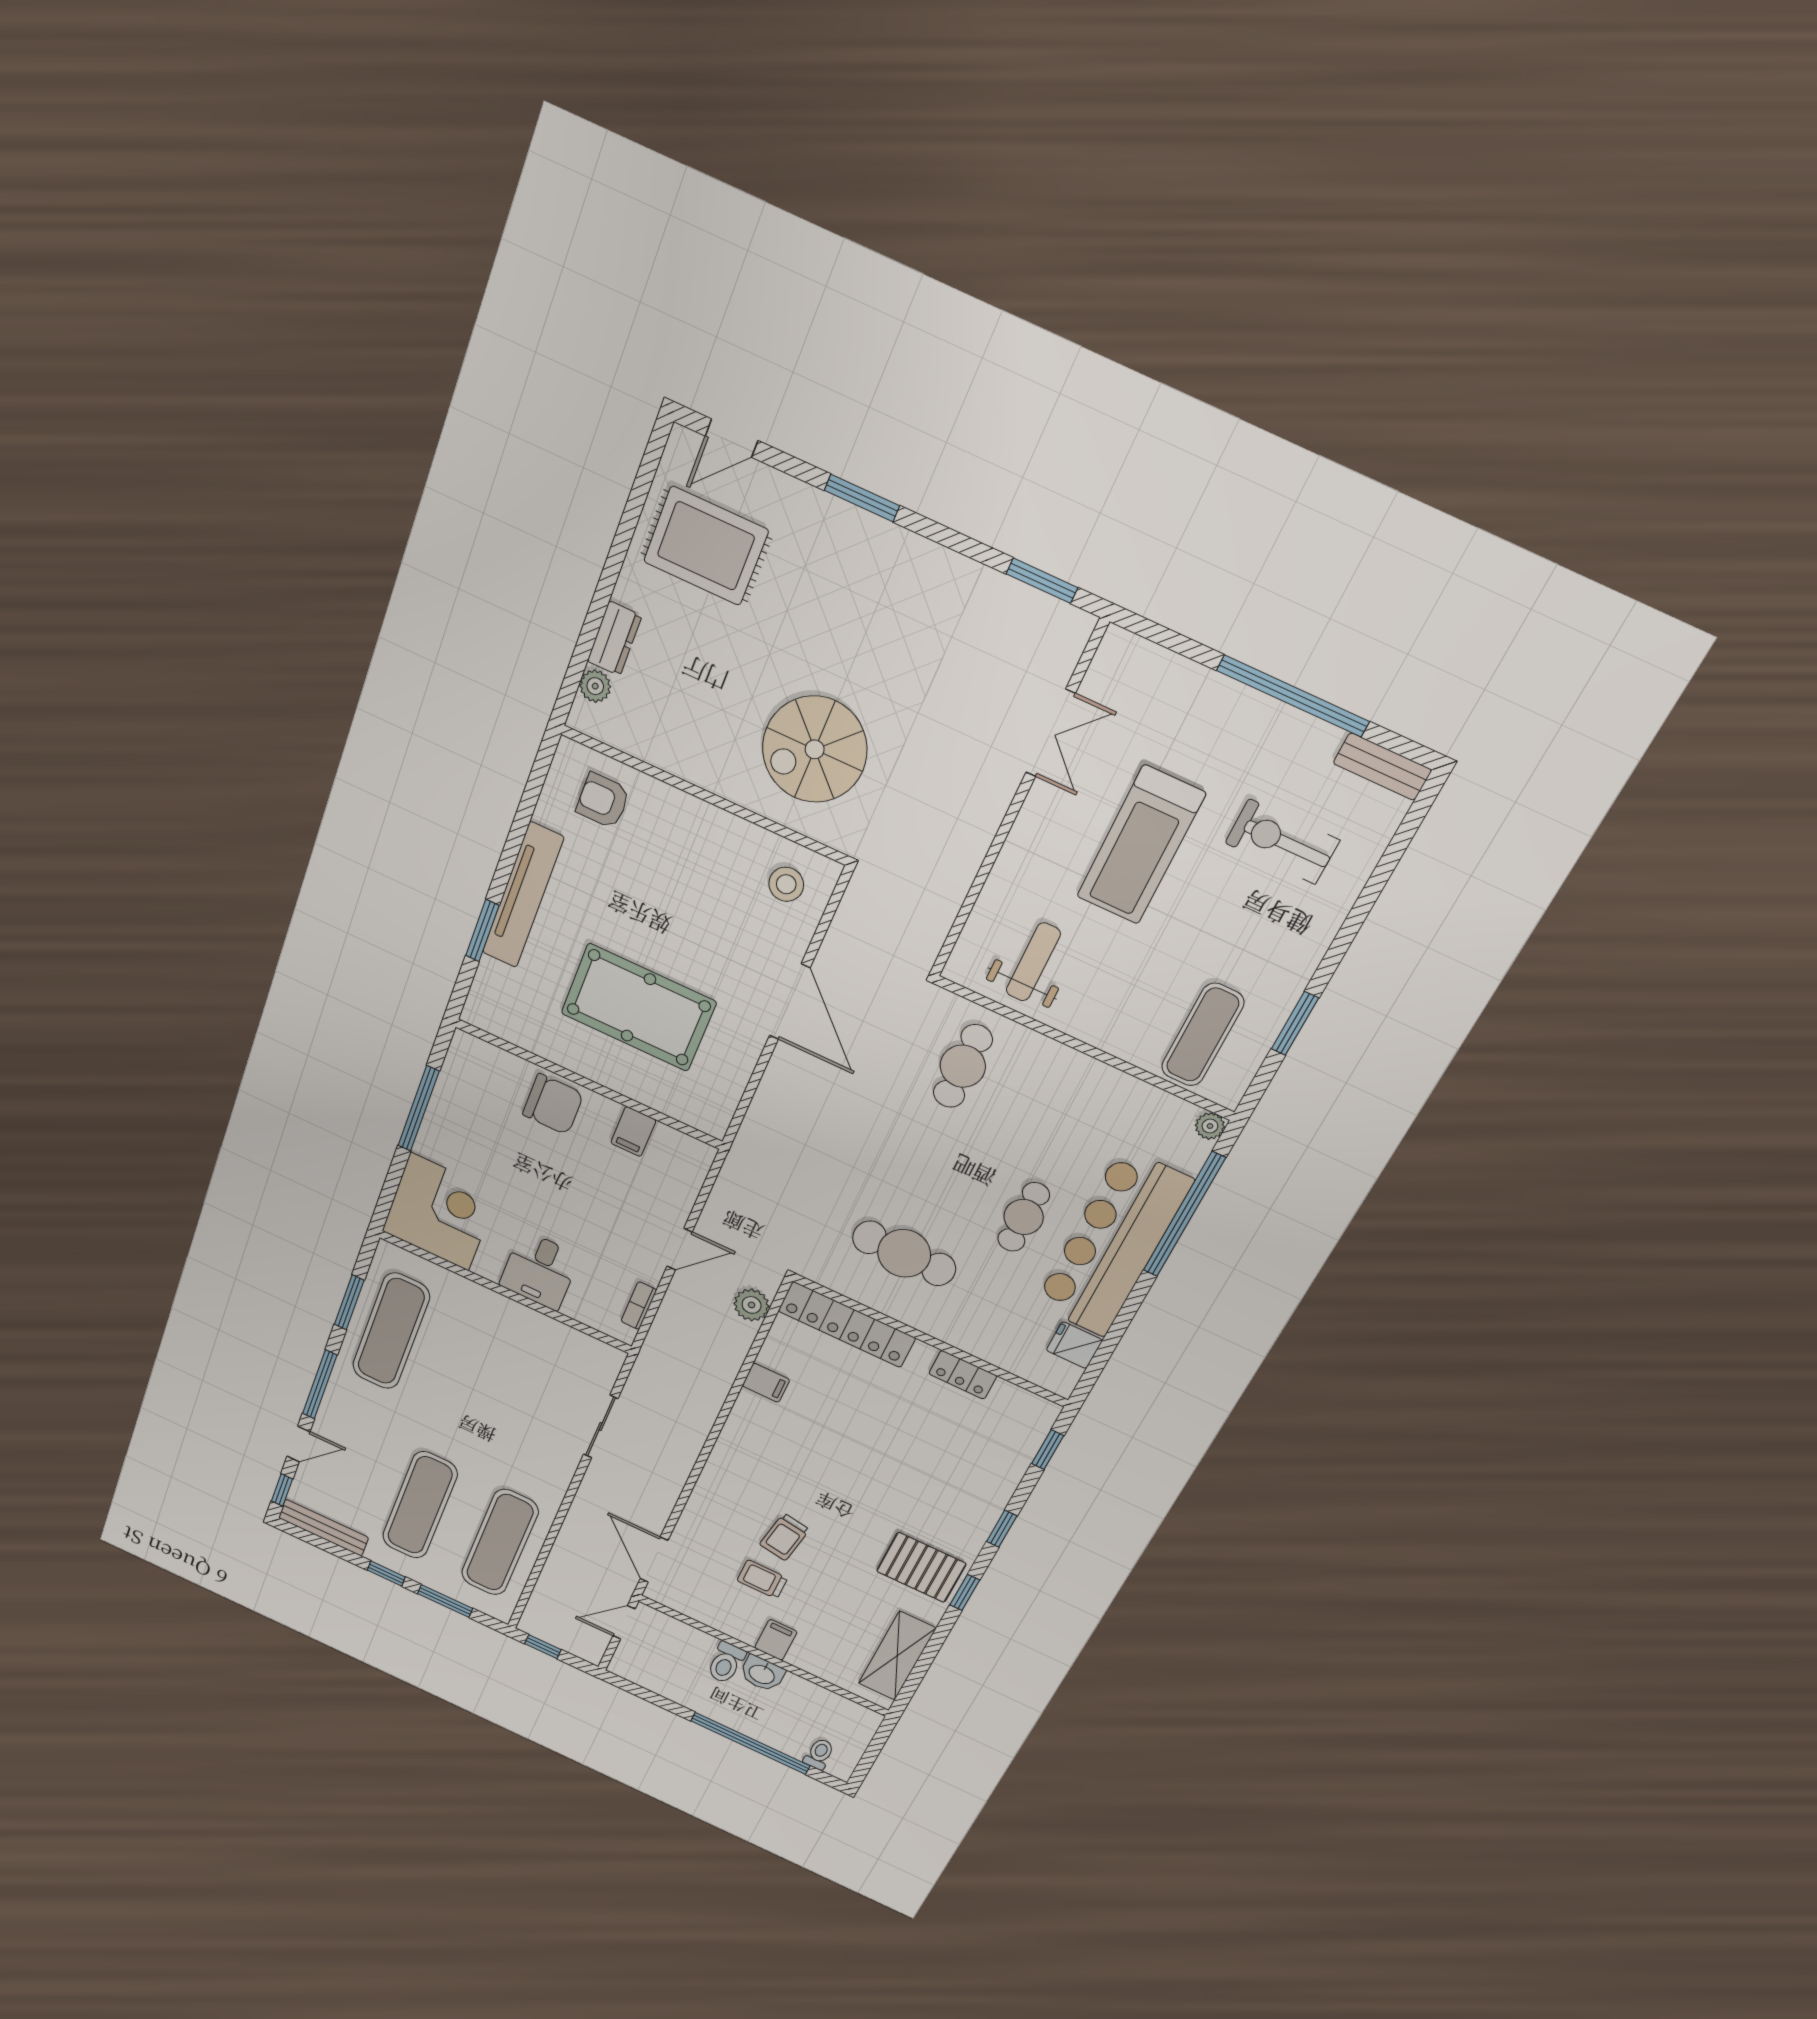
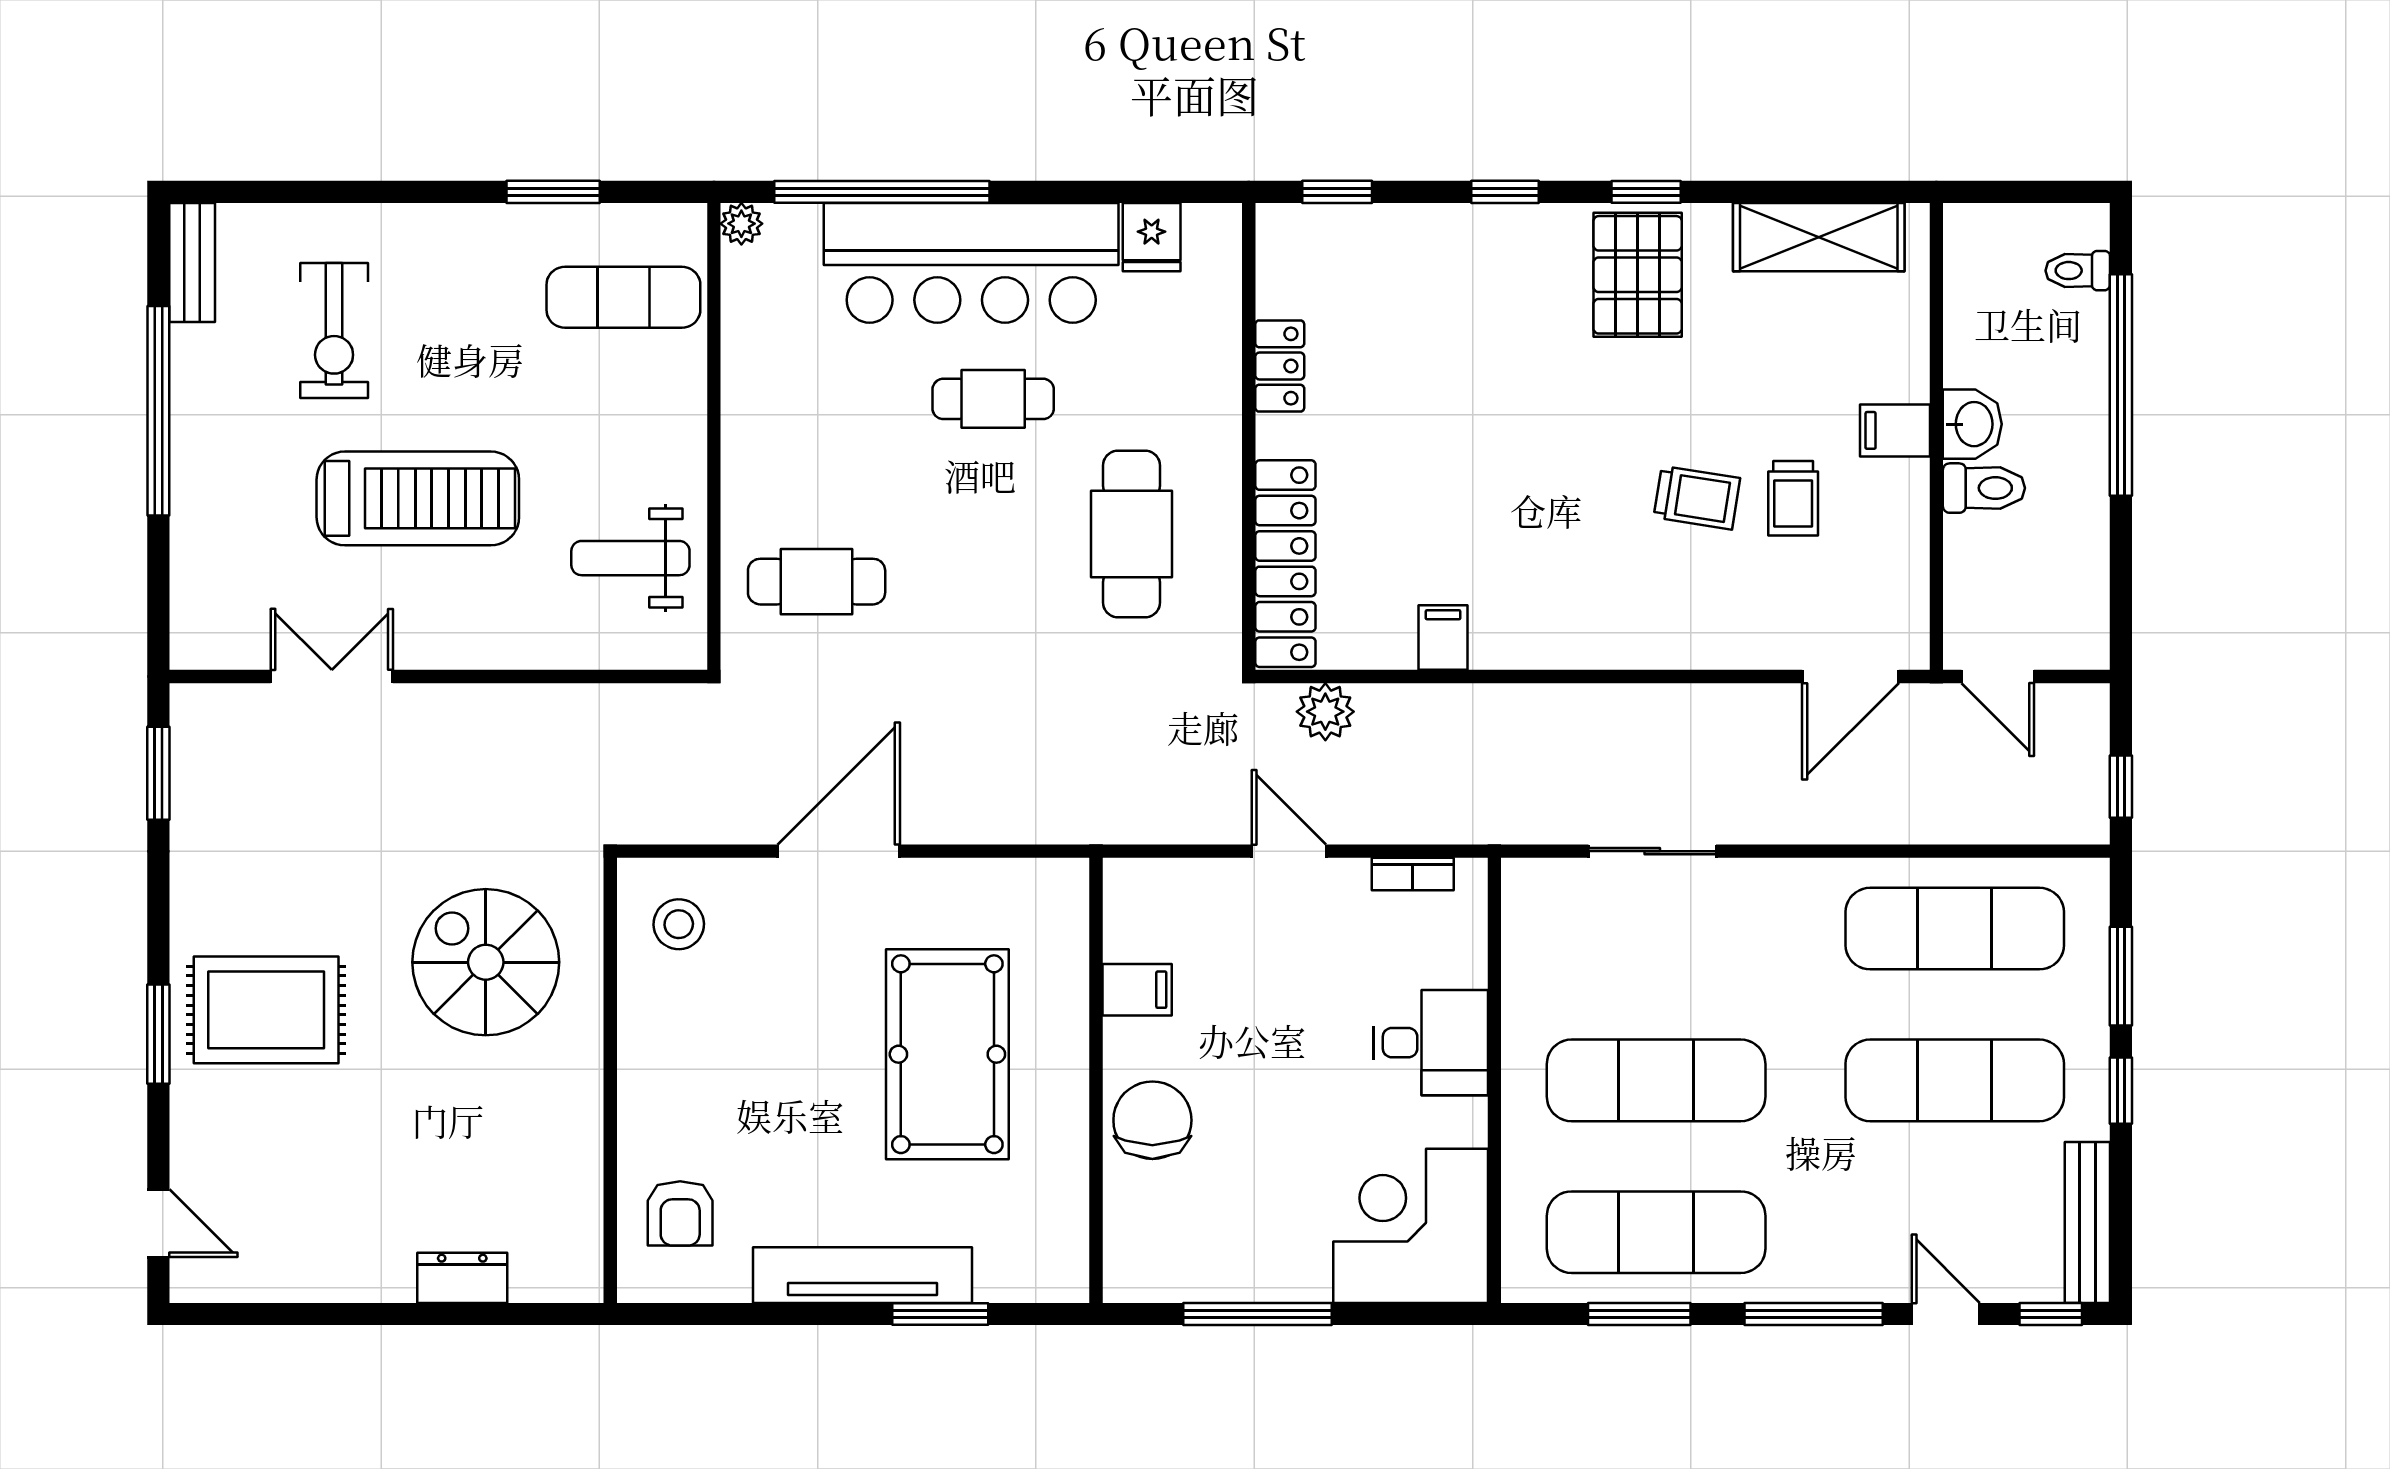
rug: (706, 546) -> (266, 1010), moved, turned 90
plant: (595, 686) -> (534, 1280), removed
spiral stairs: (815, 749) -> (486, 962), turned 180
exercise mat: (474, 1370) -> (1656, 1080), added

